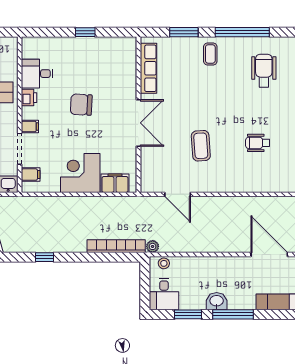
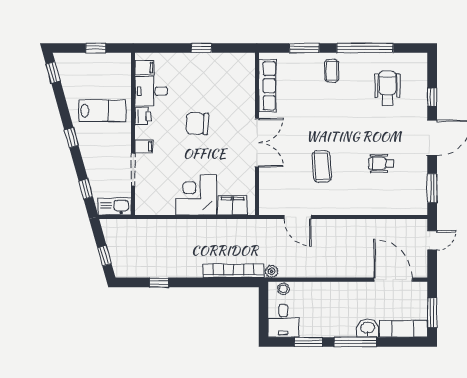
filing cabinet: (31, 175) -> (145, 68), moved
washbasin: (217, 301) -> (368, 328), moved

